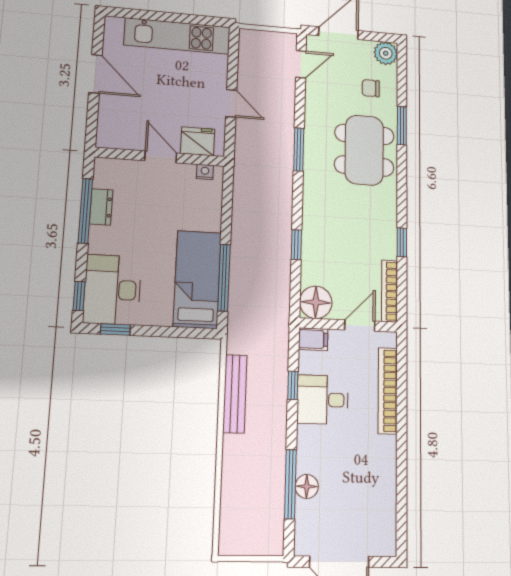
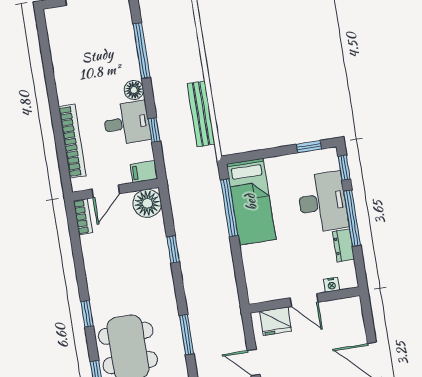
nightstand: (205, 172) -> (332, 285), moved
window: (85, 211) -> (352, 218), moved
window: (402, 242) -> (87, 314), moved
desk: (112, 290) -> (322, 202), moved
bookcase: (390, 291) -> (83, 217), width x0.64
floor lamp: (307, 486) -> (134, 90), moved

